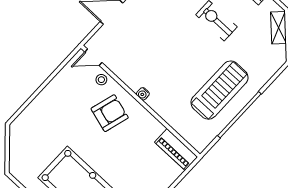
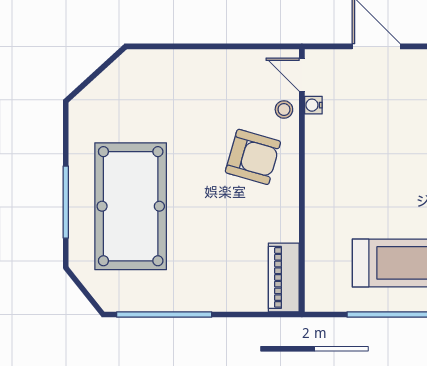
water cooler: (143, 94) -> (313, 105), moved

